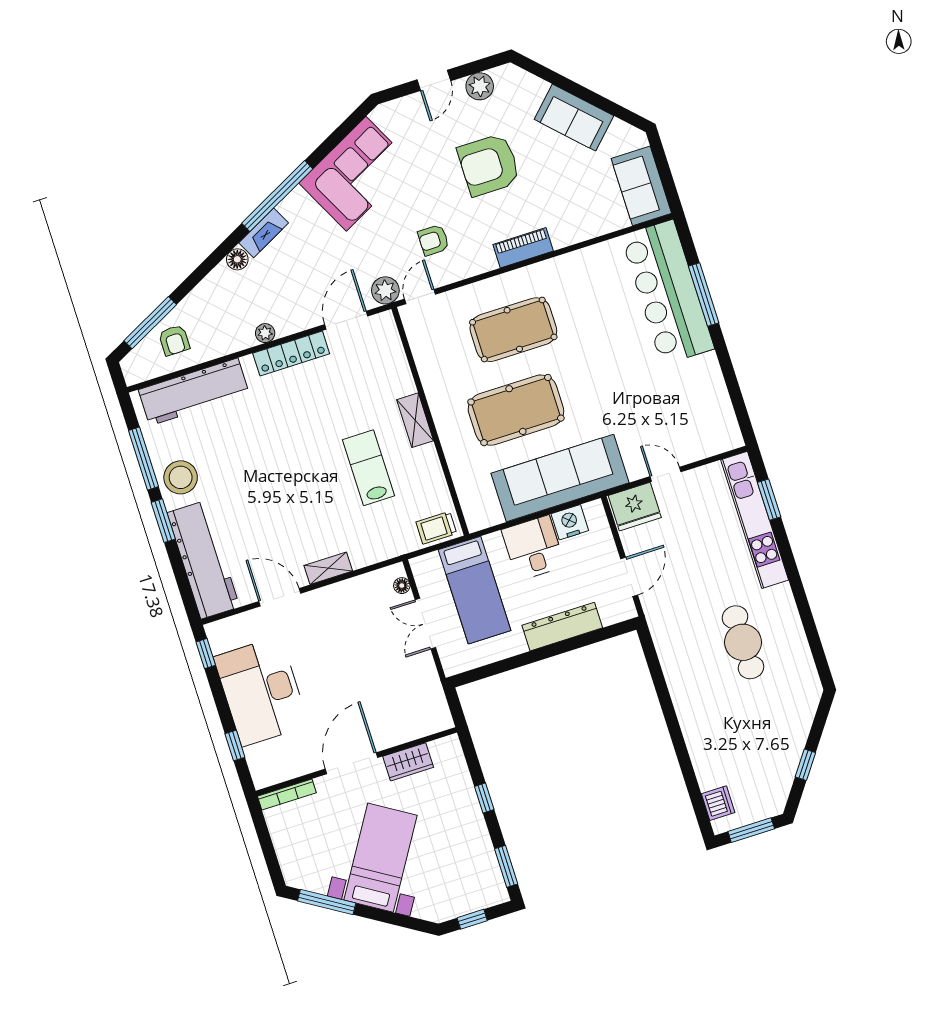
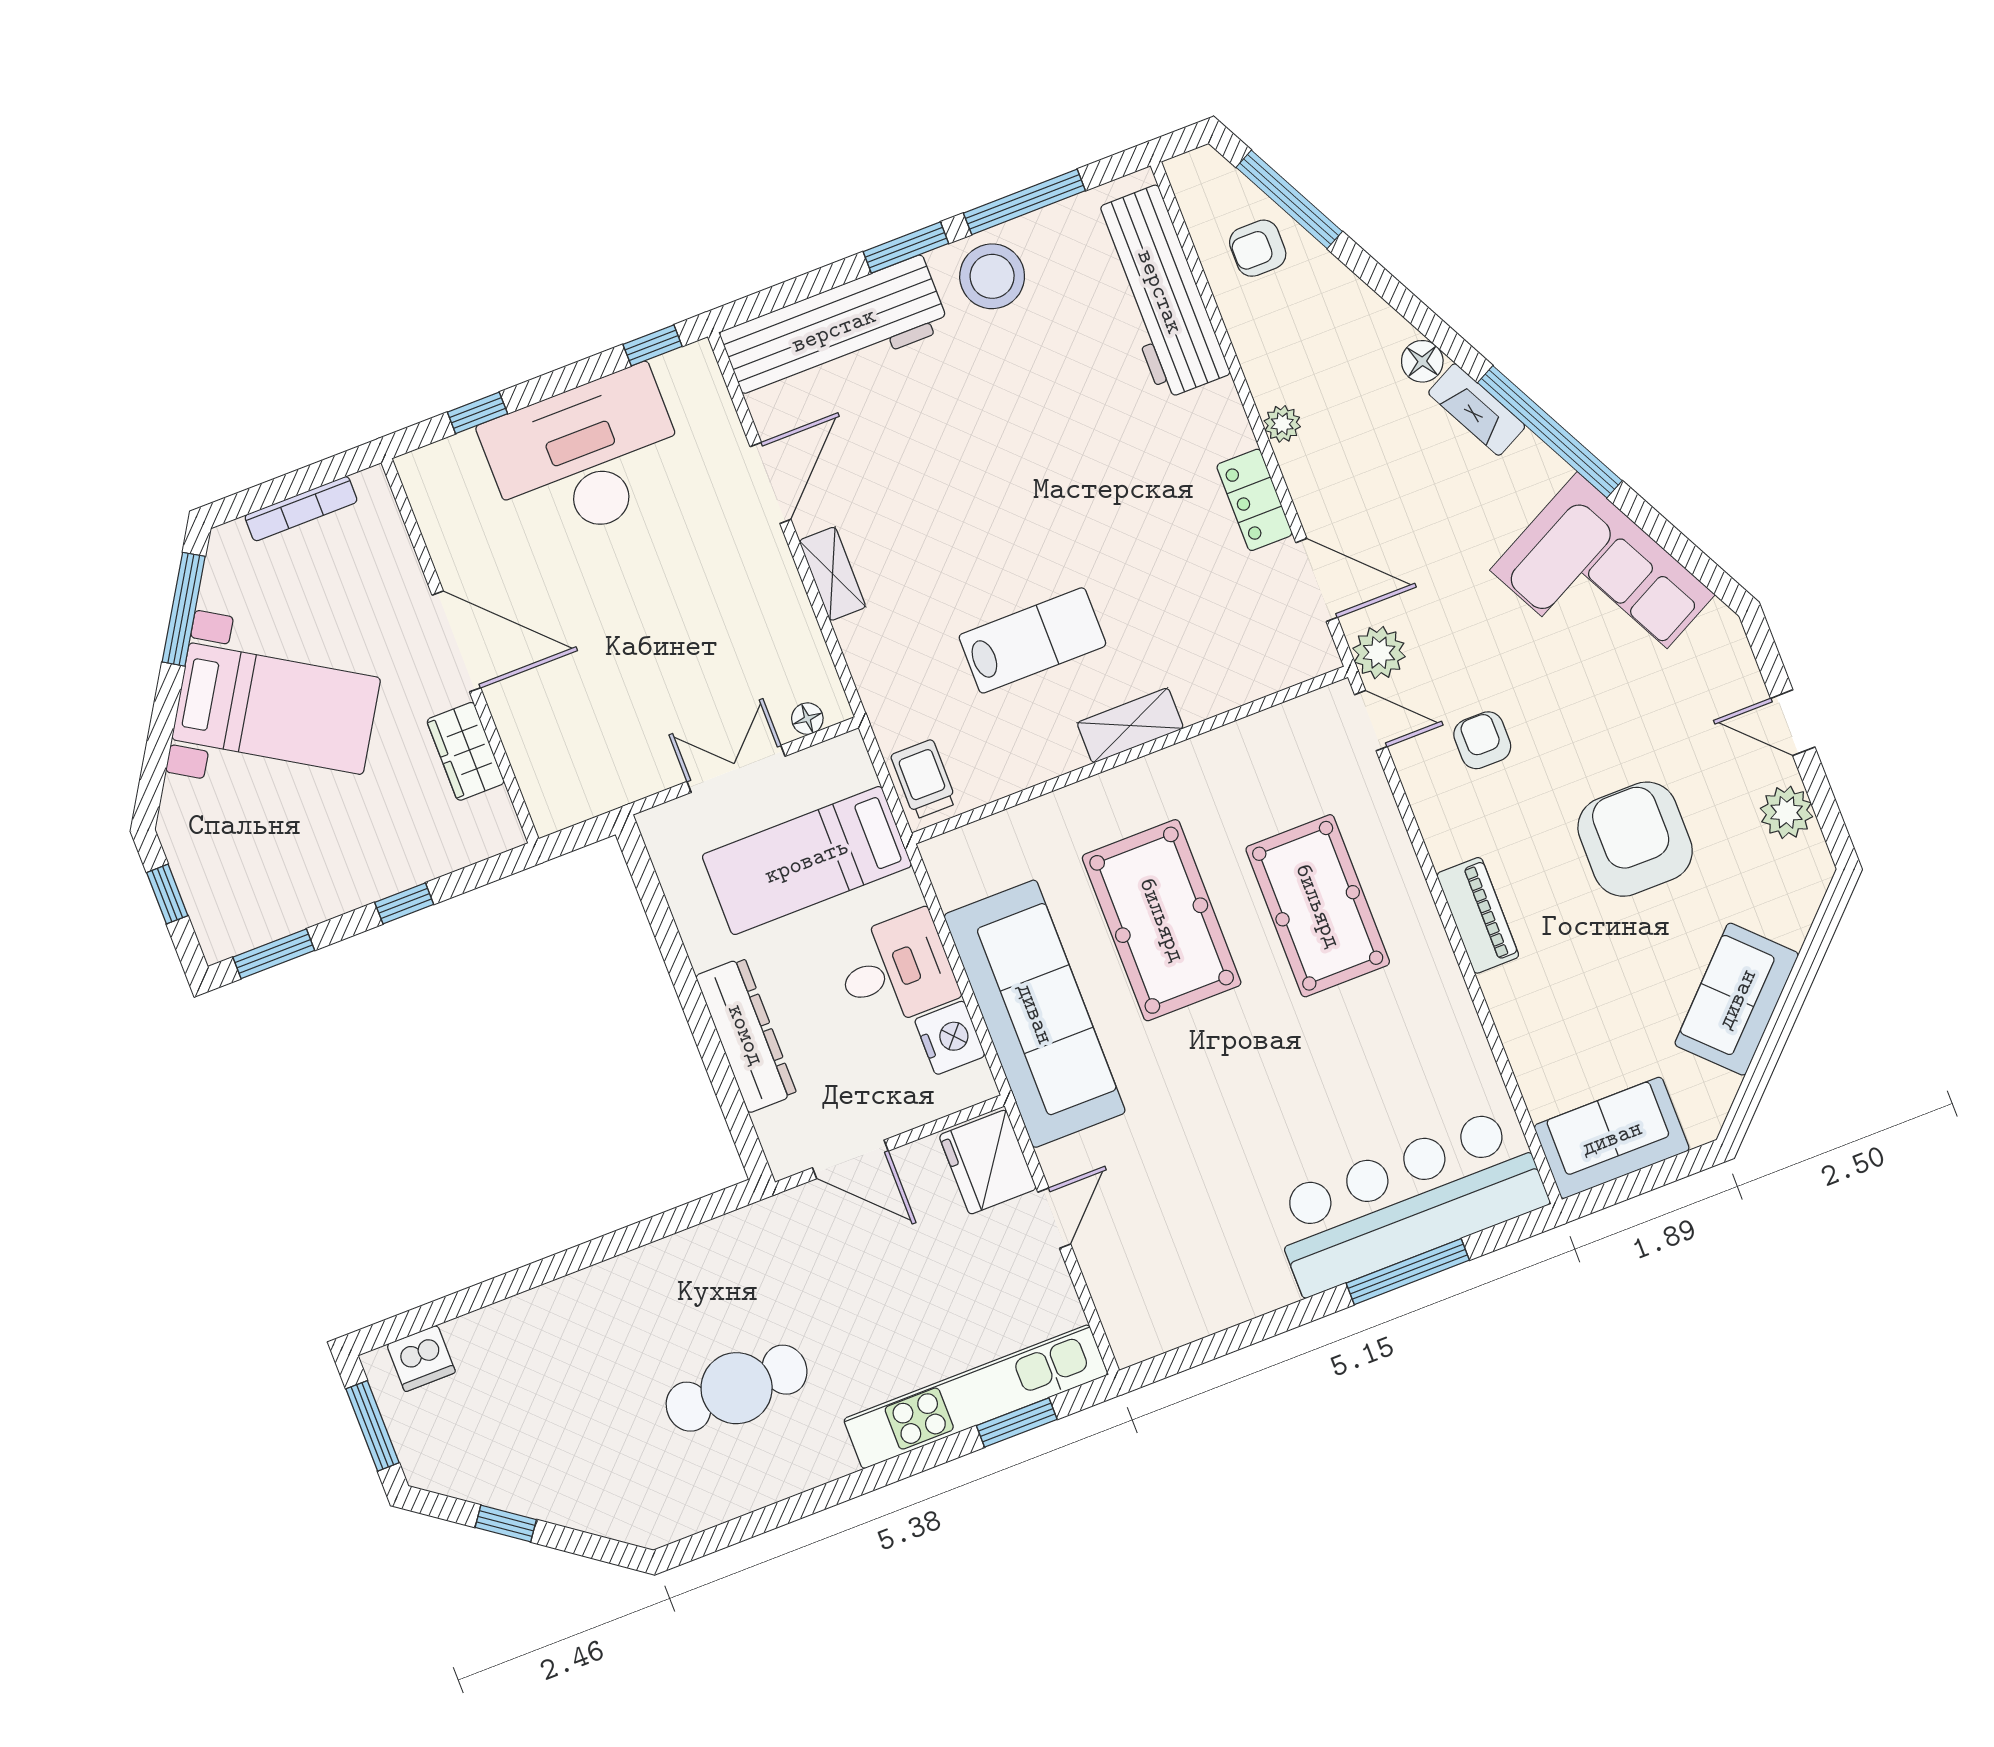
locker: (291, 353) -> (1254, 500), width x0.66
bookcase: (287, 794) -> (301, 509), moved, turned -90

